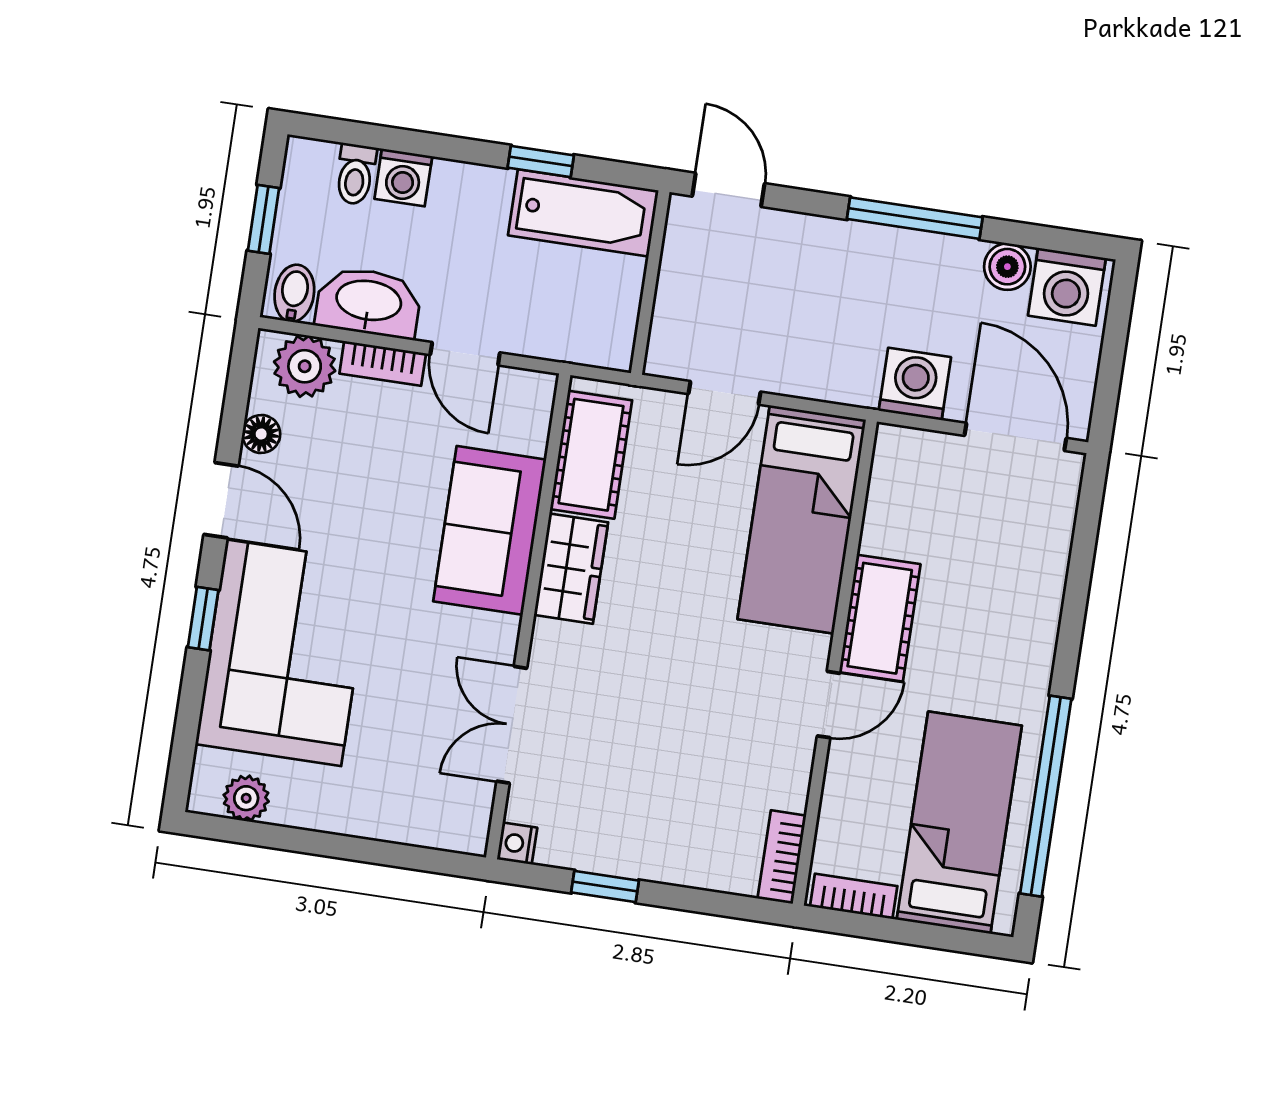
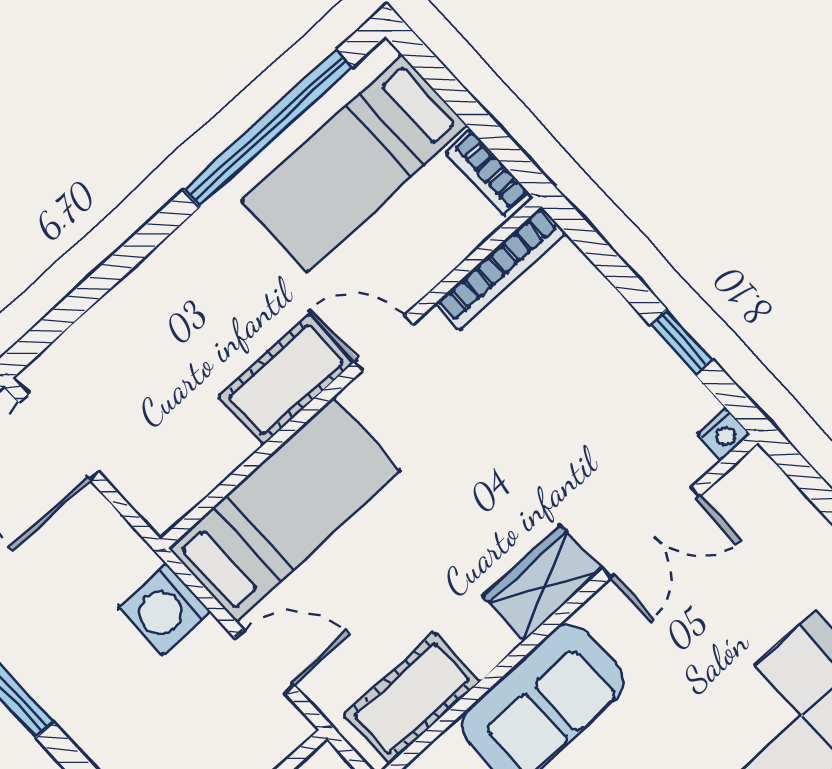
washing machine: (915, 384) -> (164, 609), moved
wardrobe: (571, 569) -> (543, 583), moved
bookcase: (782, 857) -> (501, 268), width x1.56

